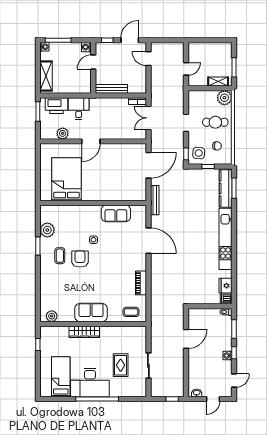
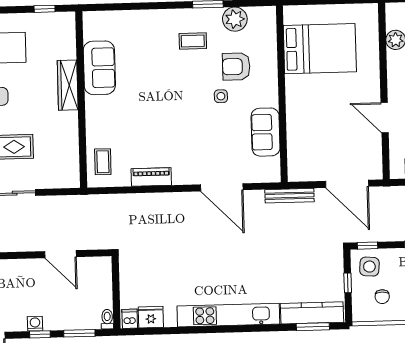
door: (91, 141) -> (385, 118), moved
door: (148, 241) -> (222, 187), hinge flipped
armchair: (80, 259) -> (236, 67), moved, turned 180
sofa: (91, 312) -> (99, 68), moved
plant: (52, 316) -> (92, 30), removed

